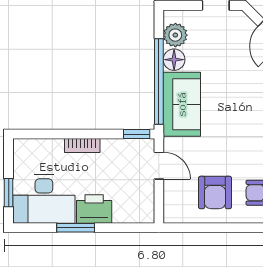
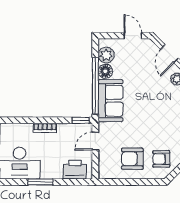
door: (159, 166) -> (95, 141), swing flipped
armchair: (215, 192) -> (132, 159), turned 90
printer: (94, 209) -> (75, 170), moved

